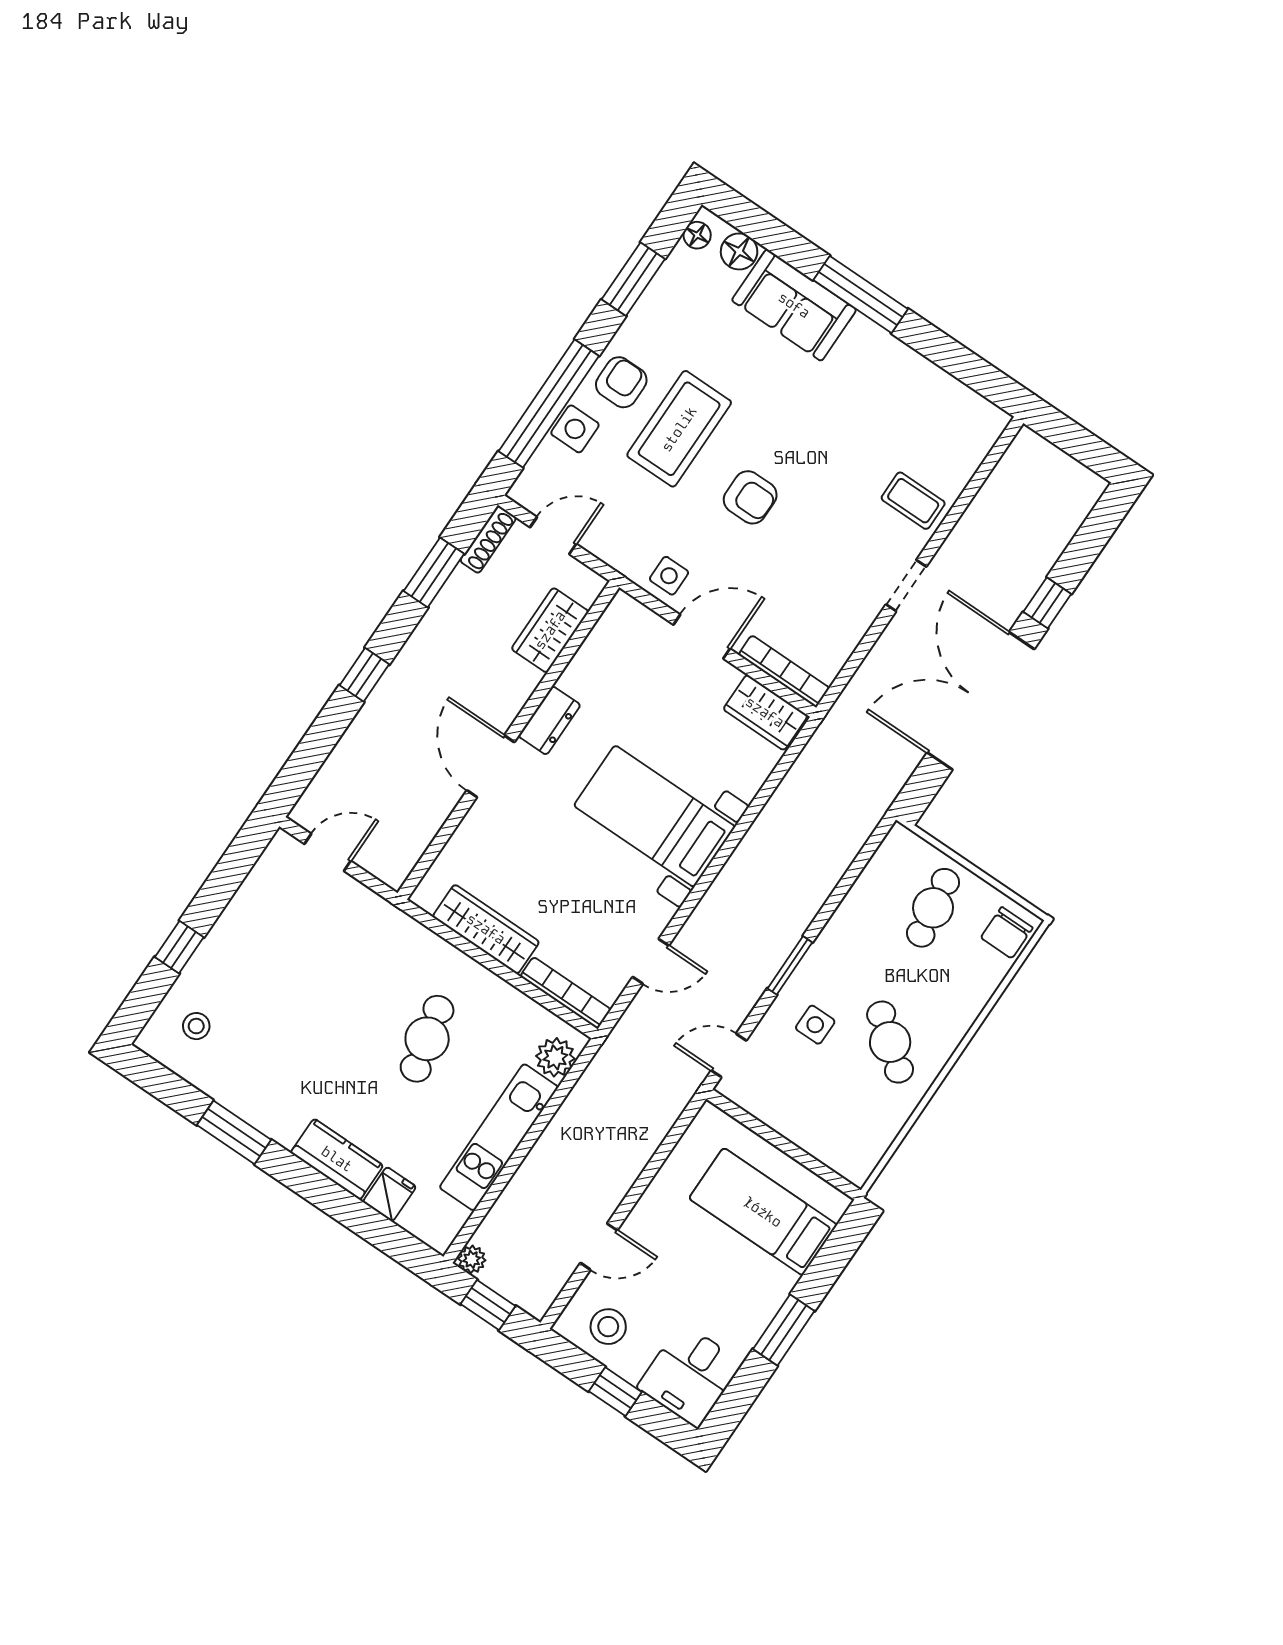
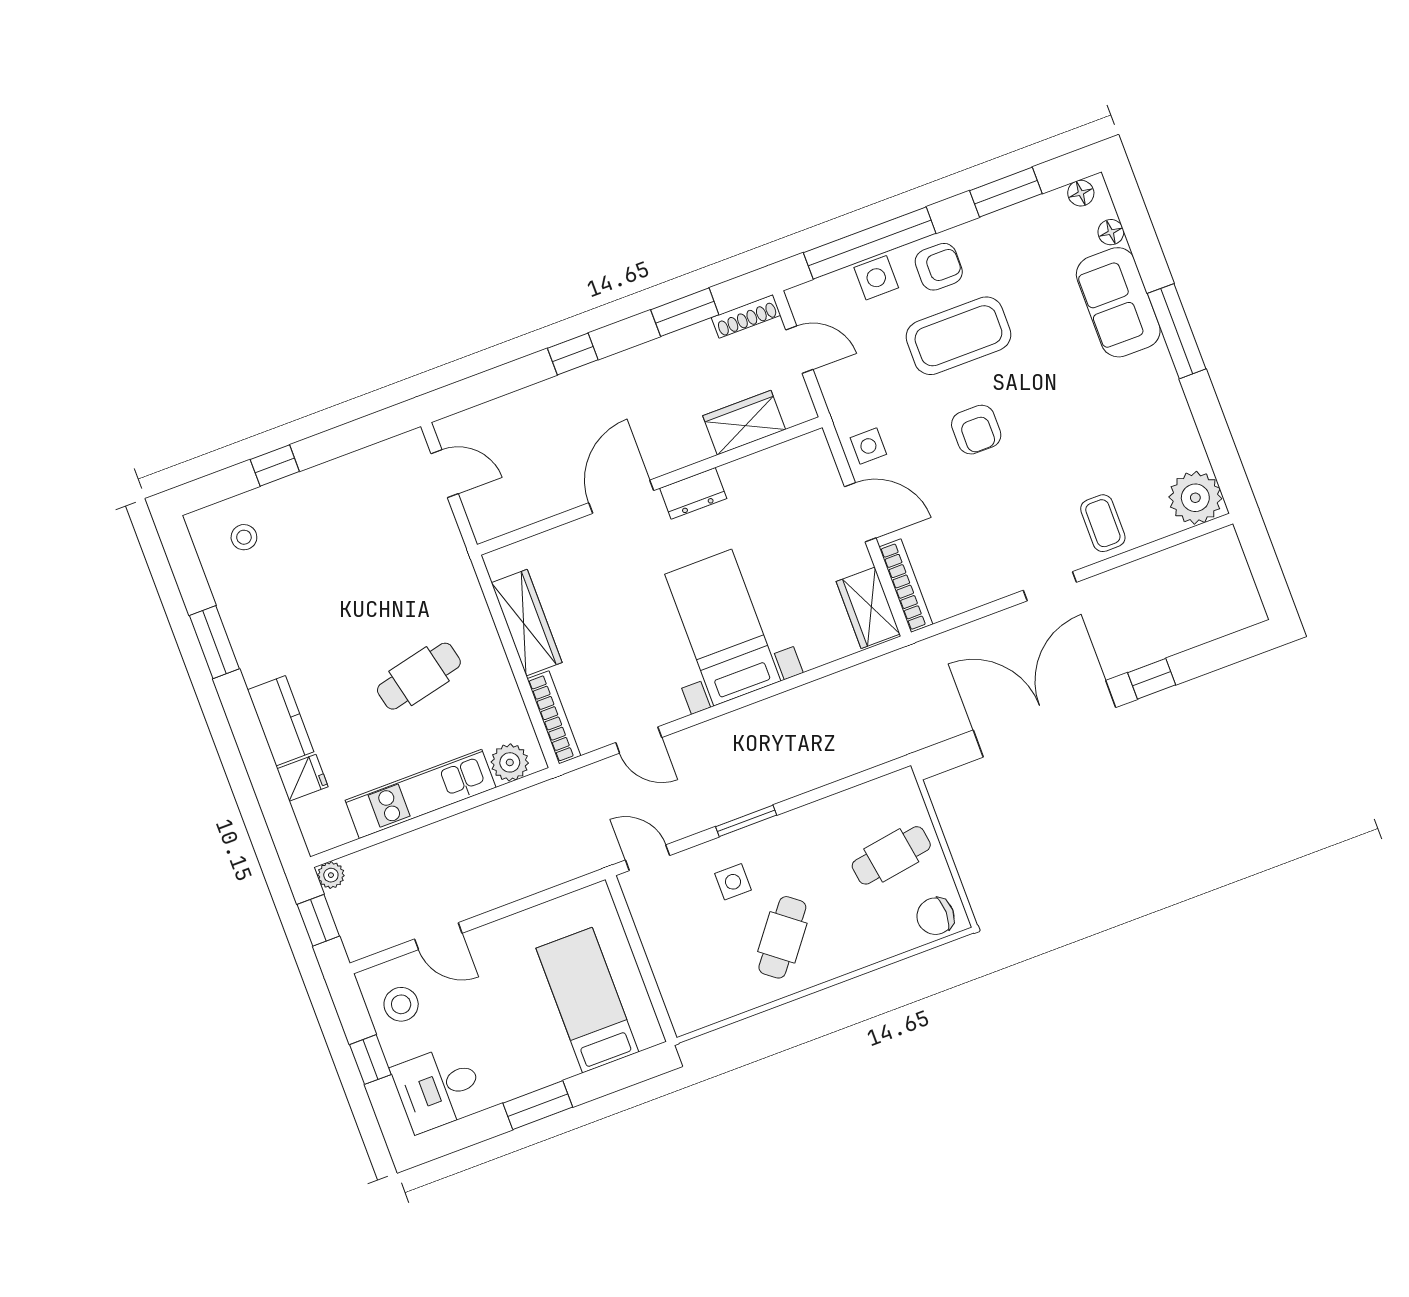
floor lamp: (739, 251) -> (1111, 232), width x0.73, depth x0.73
plant: (976, 424) -> (1195, 498), added

